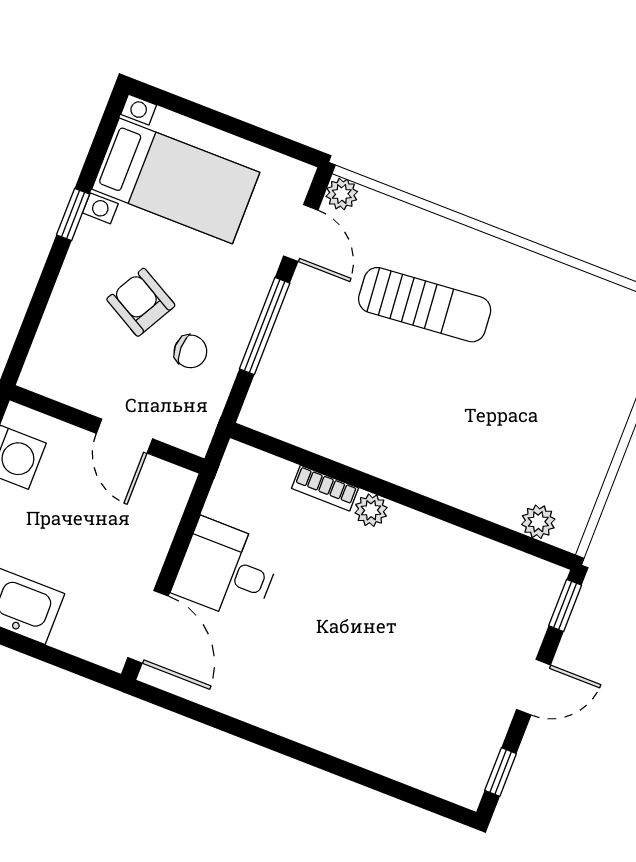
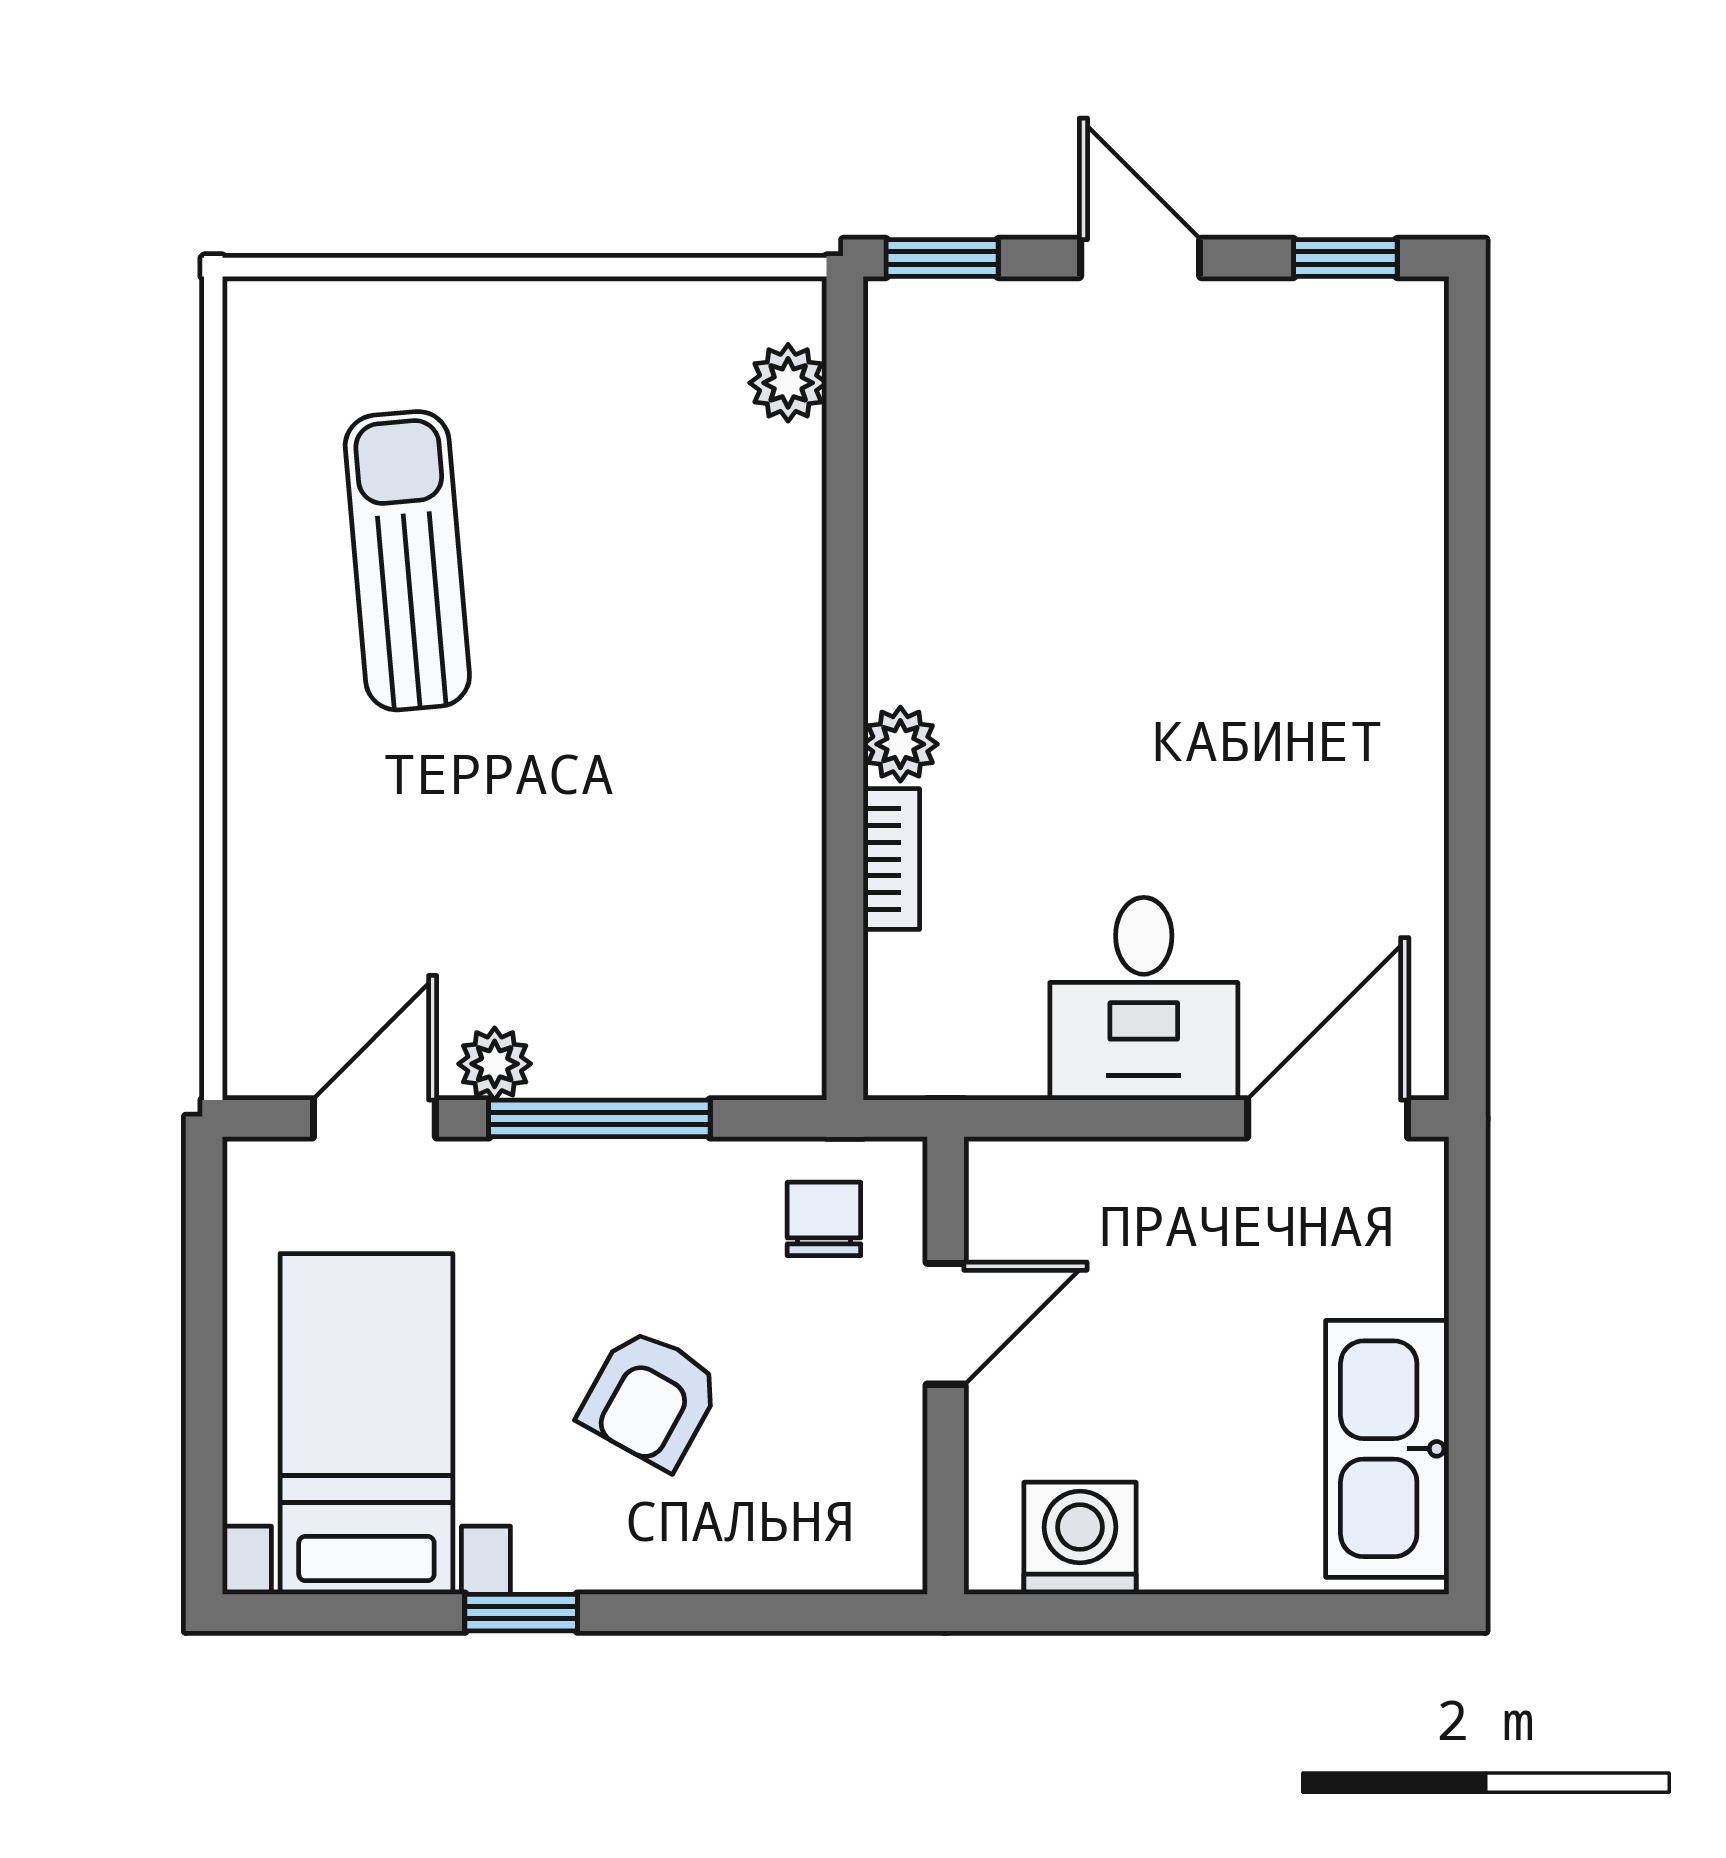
plant: (342, 194) -> (495, 1064), moved
sun lounger: (425, 305) -> (407, 561), moved
chair: (190, 351) -> (824, 1219), moved

